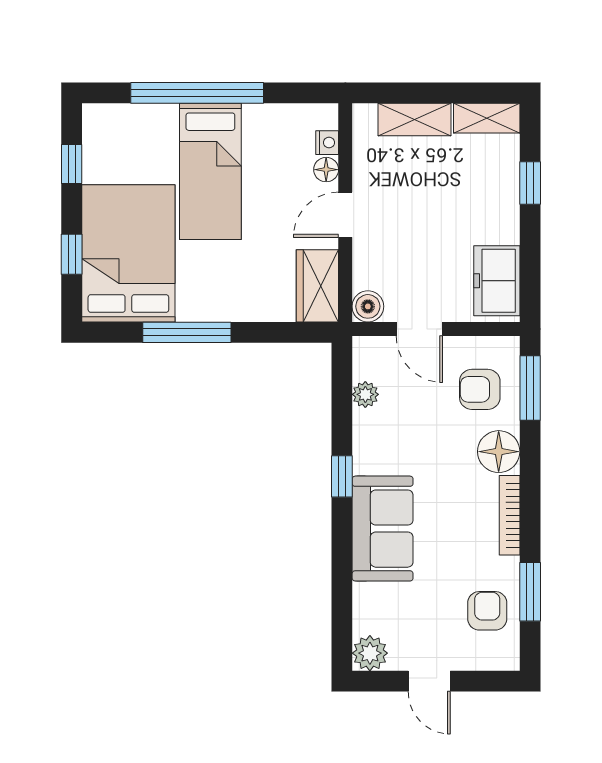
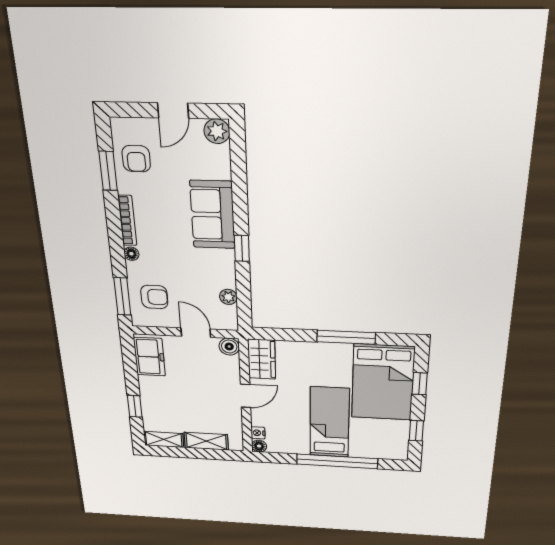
floor lamp: (326, 170) -> (259, 446), moved
floor lamp: (499, 452) -> (131, 254), width x0.53, depth x0.53
door: (429, 681) -> (173, 111), swing flipped

